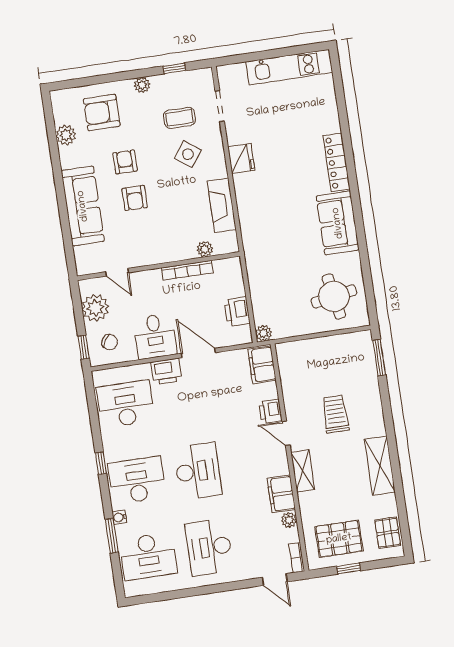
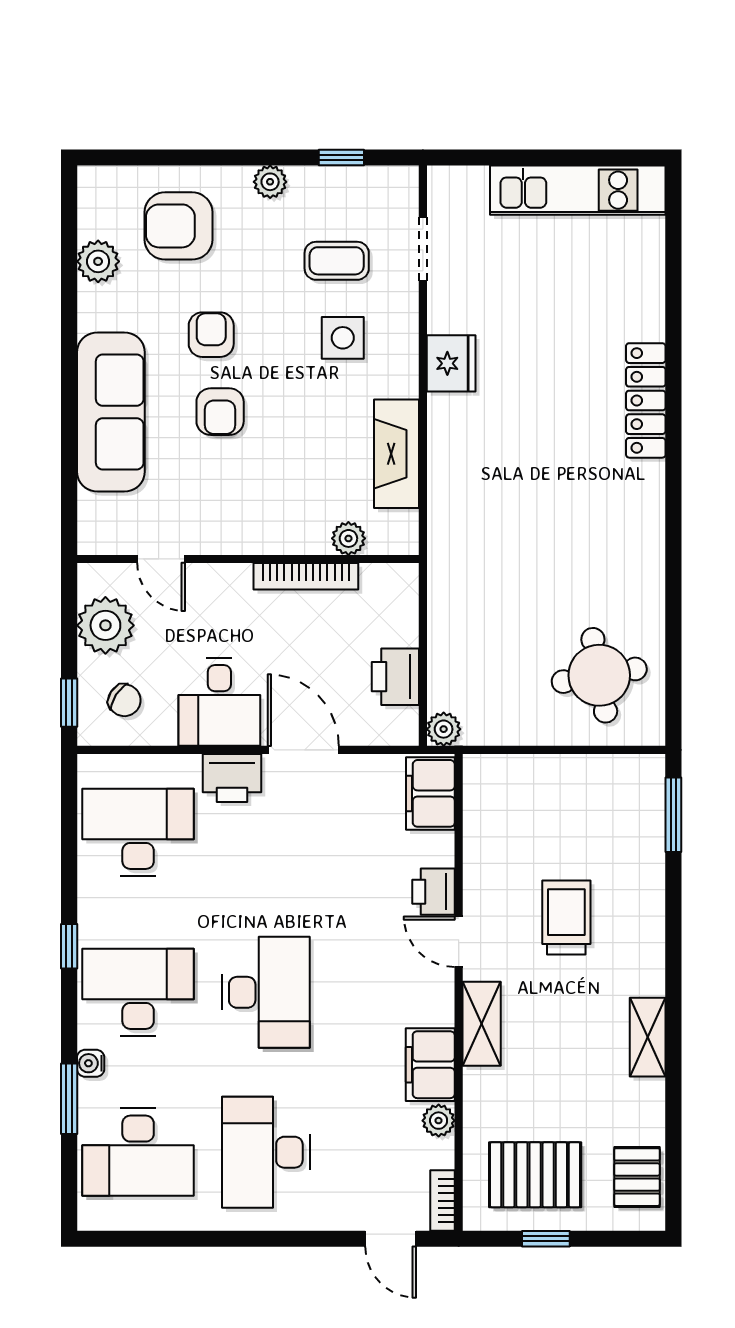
side table: (188, 154) -> (343, 338), turned -37
sofa: (338, 223) -> (629, 525), removed
shelving: (380, 466) -> (648, 1037), width x0.67, depth x0.75

